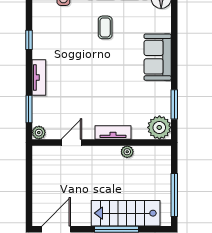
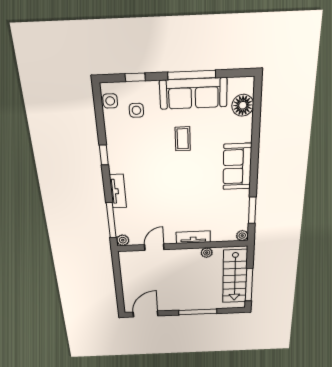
window: (29, 109) -> (111, 220), width x1.44
plant: (159, 127) -> (242, 236), width x0.53, depth x0.53
stairs: (126, 213) -> (235, 277), moved, turned -90

